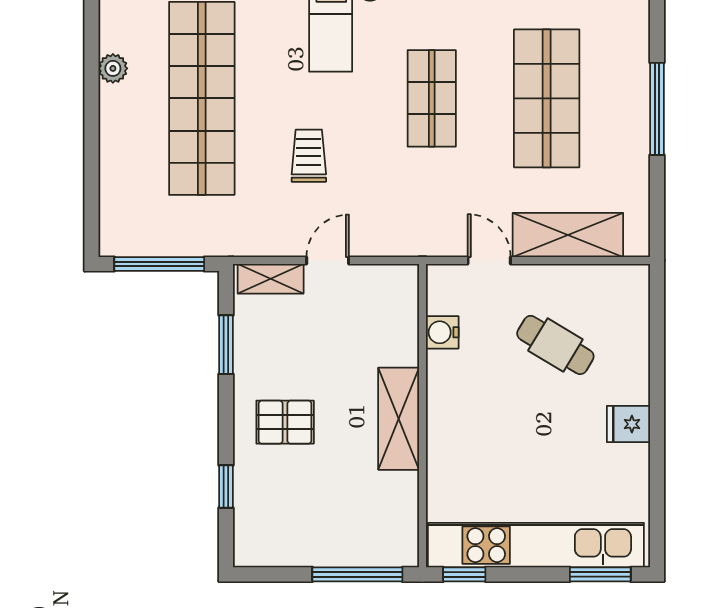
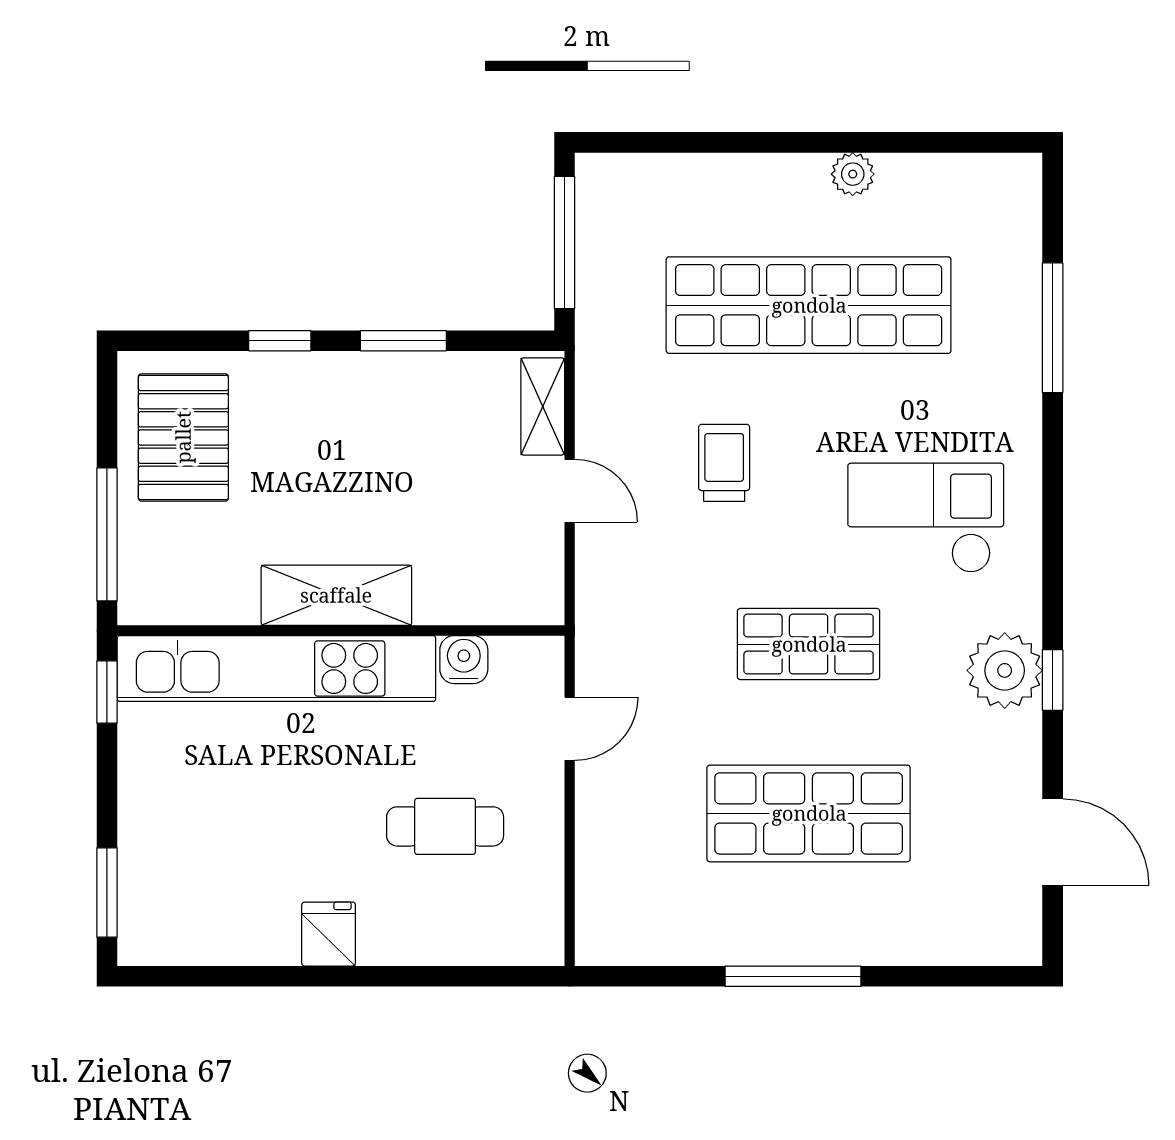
trolley: (309, 156) -> (724, 463), turned -90
shelving: (568, 235) -> (607, 845), removed
window: (226, 345) -> (403, 341), moved
cafe table: (555, 345) -> (445, 826), turned 59
pallet: (285, 422) -> (183, 437), moved, width x1.50, depth x1.42
window: (226, 487) -> (280, 341), moved
kitchen unit: (536, 545) -> (276, 668), moved, turned 90

